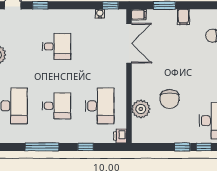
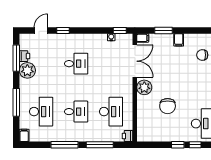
plant: (141, 109) -> (144, 87), moved
window: (86, 147) -> (100, 145), width x2.17

